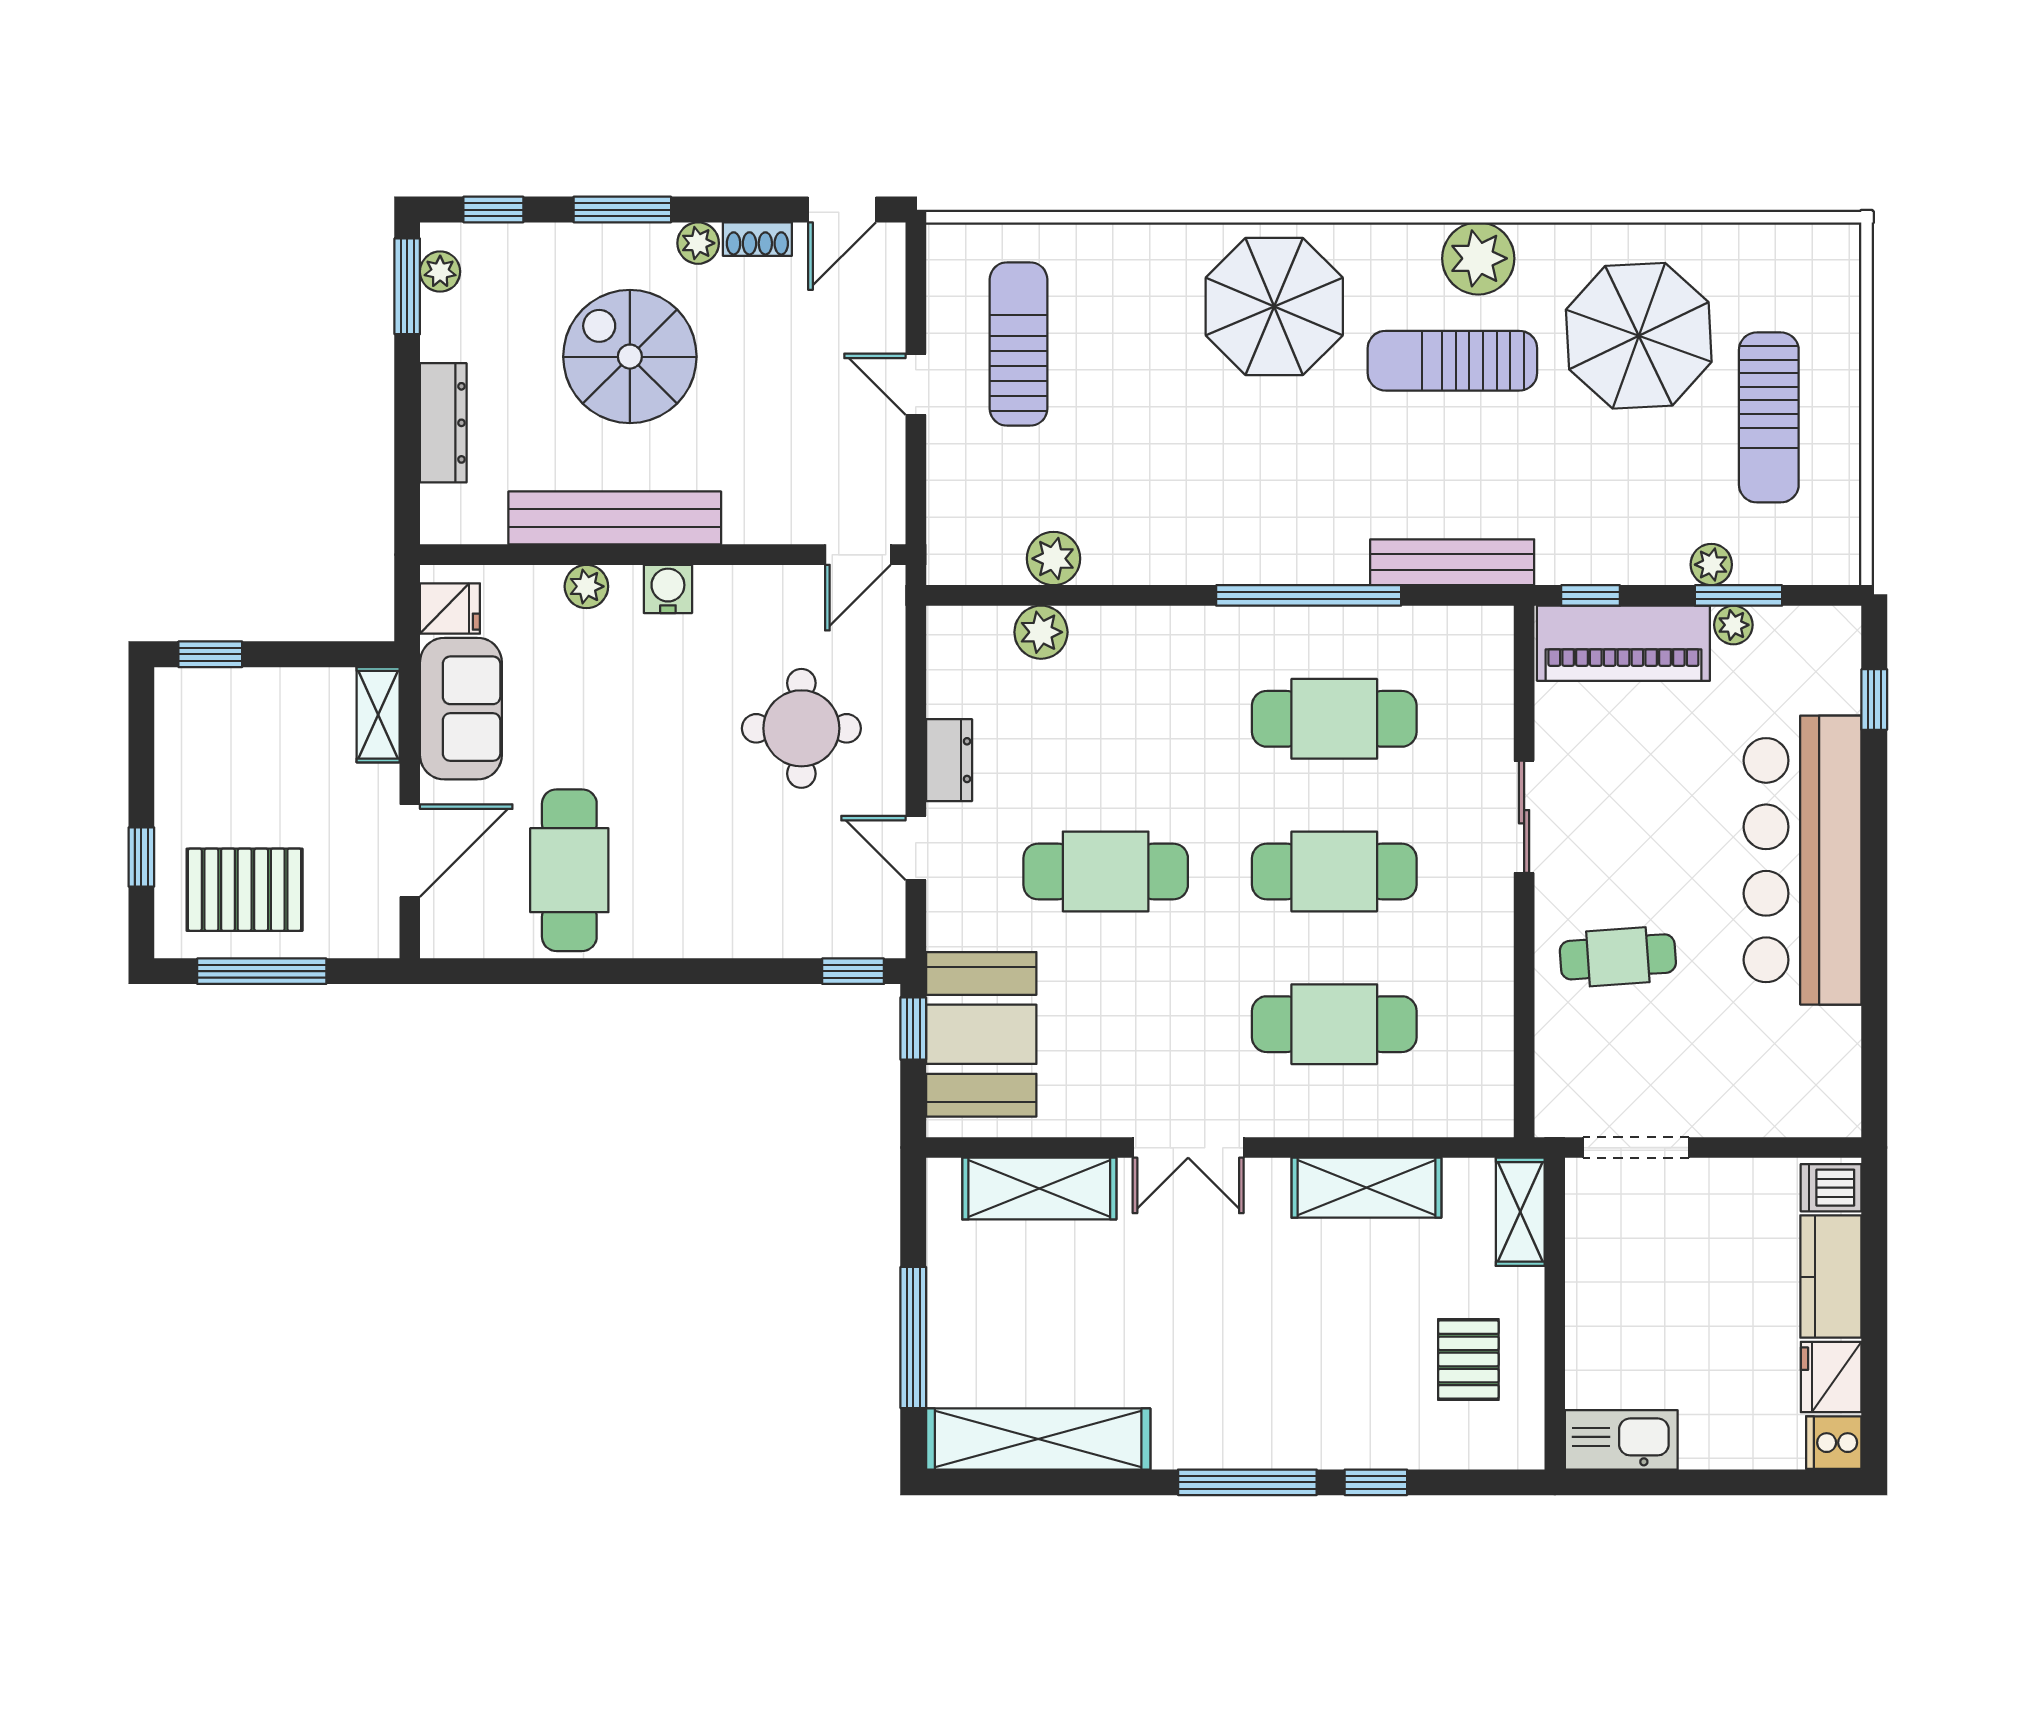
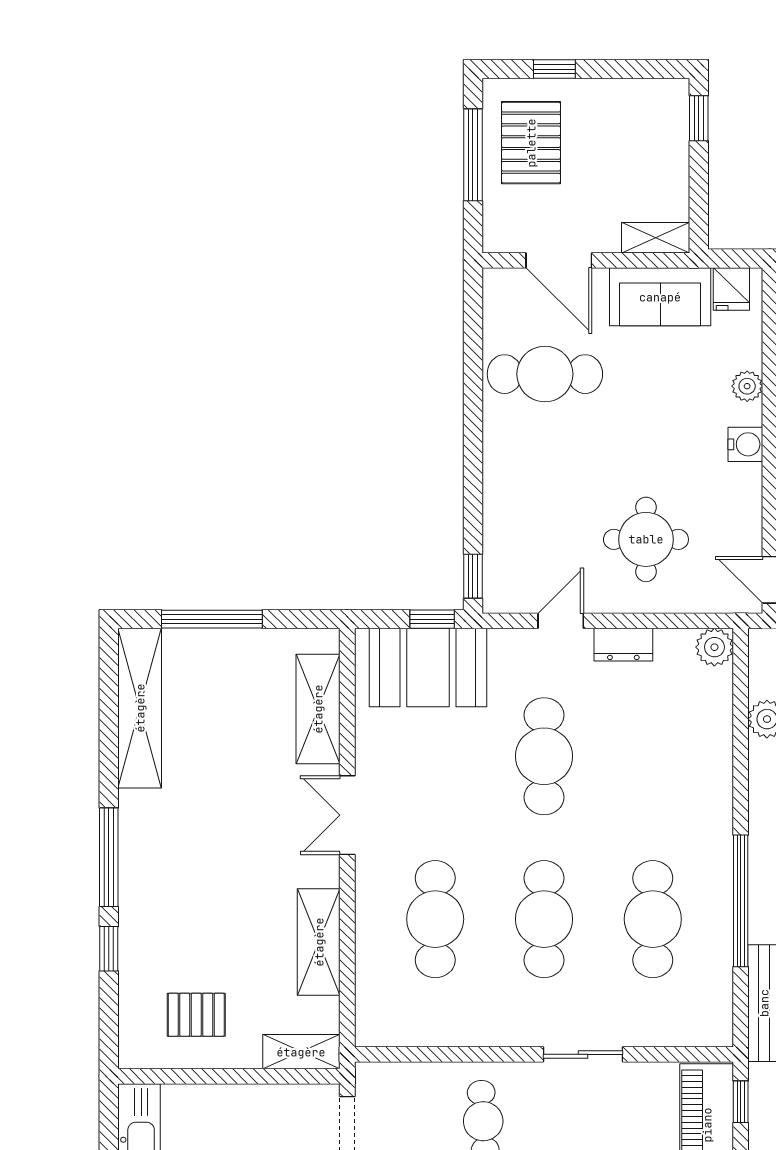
plant: (1041, 632) -> (714, 647), moved

